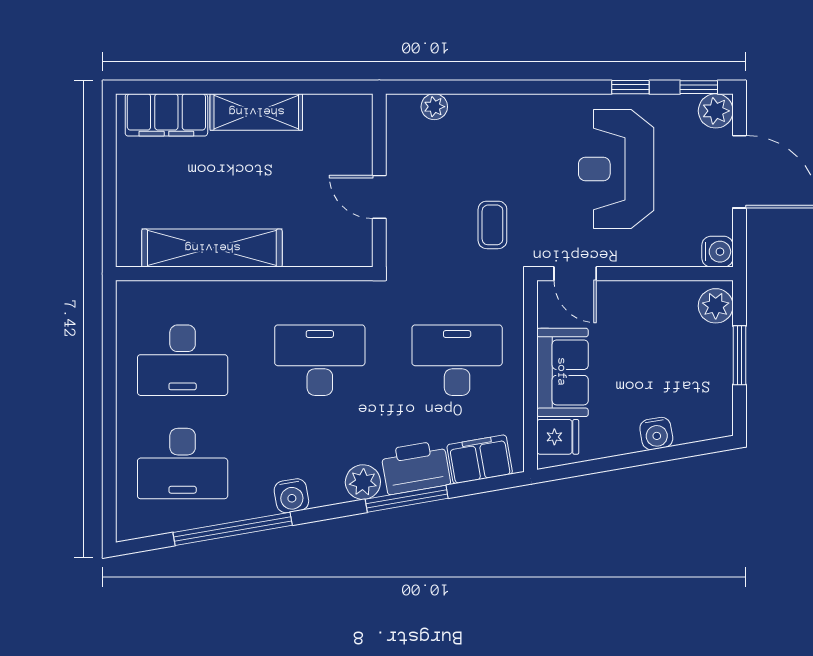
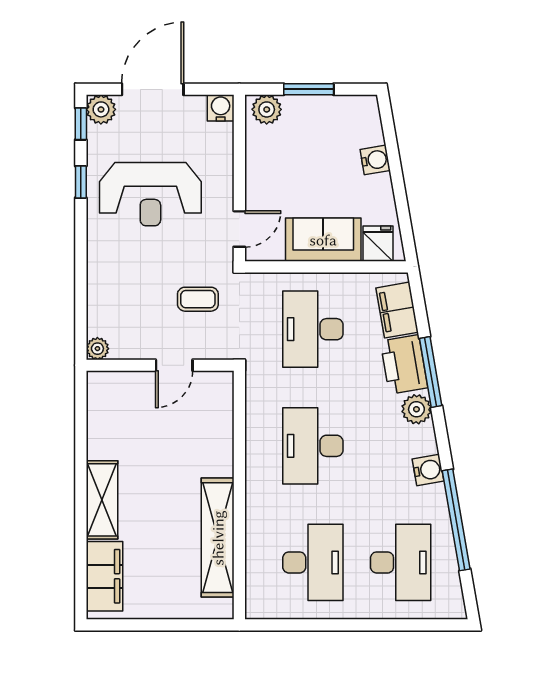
wall: (379, 180) -> (160, 365), moved
door: (379, 197) -> (174, 365), moved

